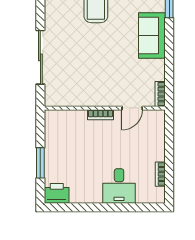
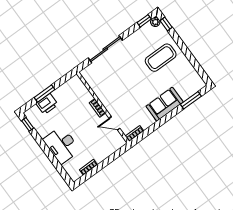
desk: (119, 186) -> (62, 145), width x1.37
printer: (57, 193) -> (47, 104), moved, turned 90
window: (62, 207) -> (28, 124), added

